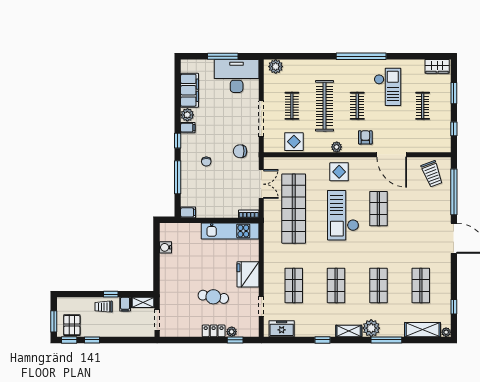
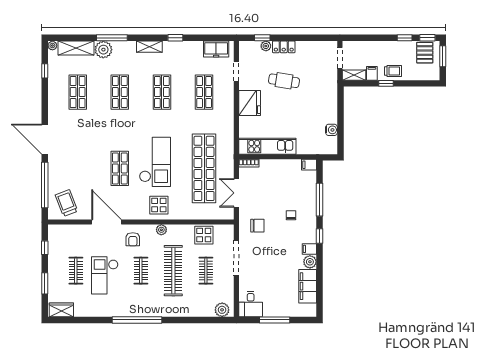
desk: (237, 76) -> (251, 304), width x0.53, depth x0.77
checkout: (387, 87) -> (105, 275), moved
plant: (371, 328) -> (103, 50), moved

